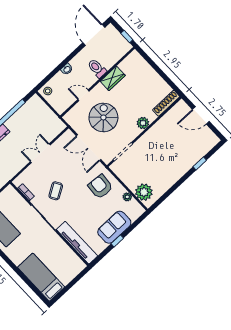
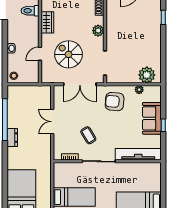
toilet: (97, 68) -> (30, 11), moved

